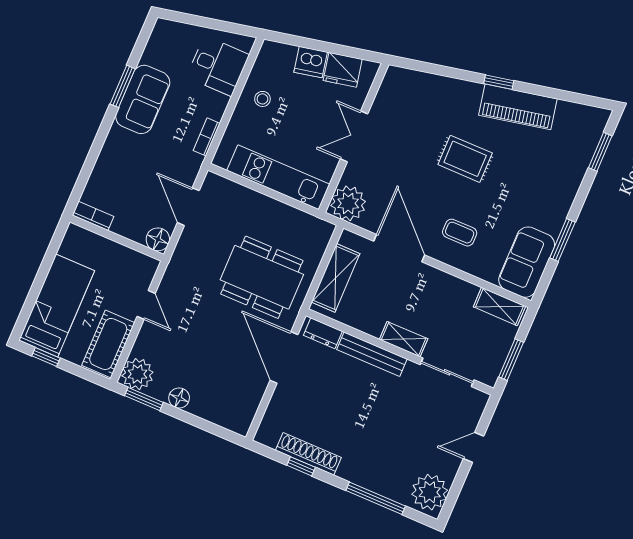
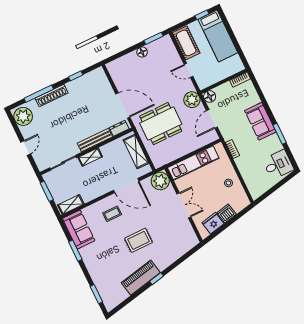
desk: (218, 66) -> (278, 165), moved, turned 180
sofa: (143, 99) -> (260, 121), moved
door: (188, 207) -> (212, 119), swing flipped
plant: (137, 374) -> (192, 100), moved
shoe rack: (308, 454) -> (52, 96), moved

